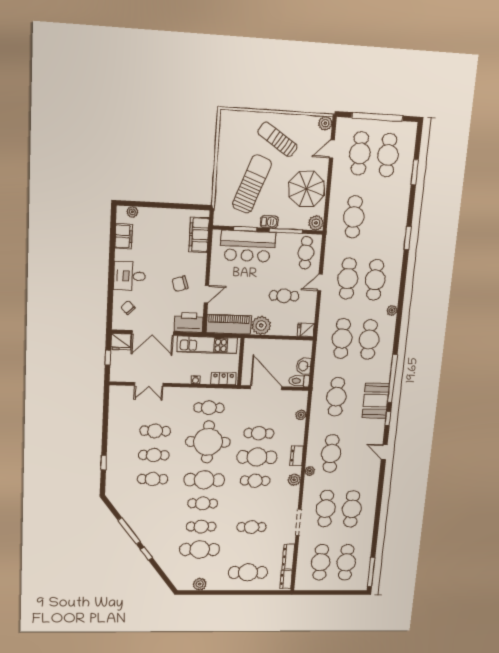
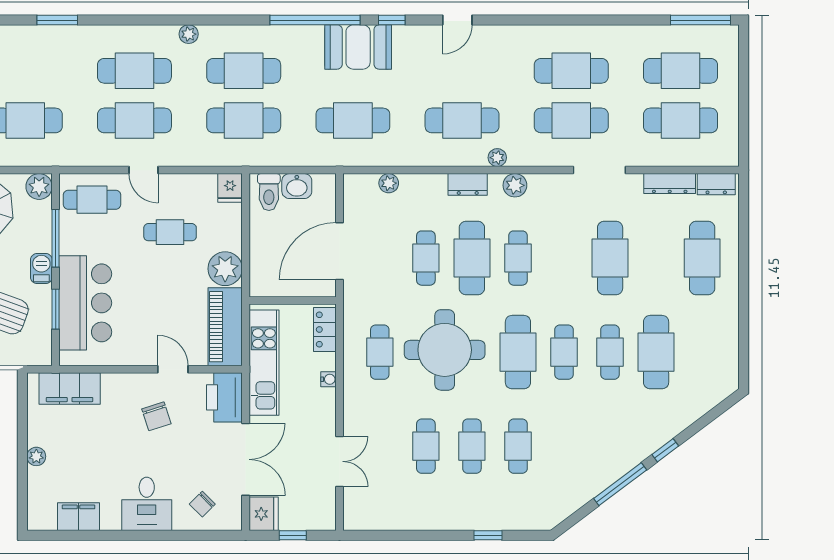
plant: (132, 212) -> (36, 456), moved
cafe table: (284, 296) -> (170, 232), turned 90
toilet: (299, 381) -> (269, 192), moved
cafe table: (252, 527) -> (610, 258), width x1.37, depth x1.35
plant: (200, 584) -> (726, 348), removed

